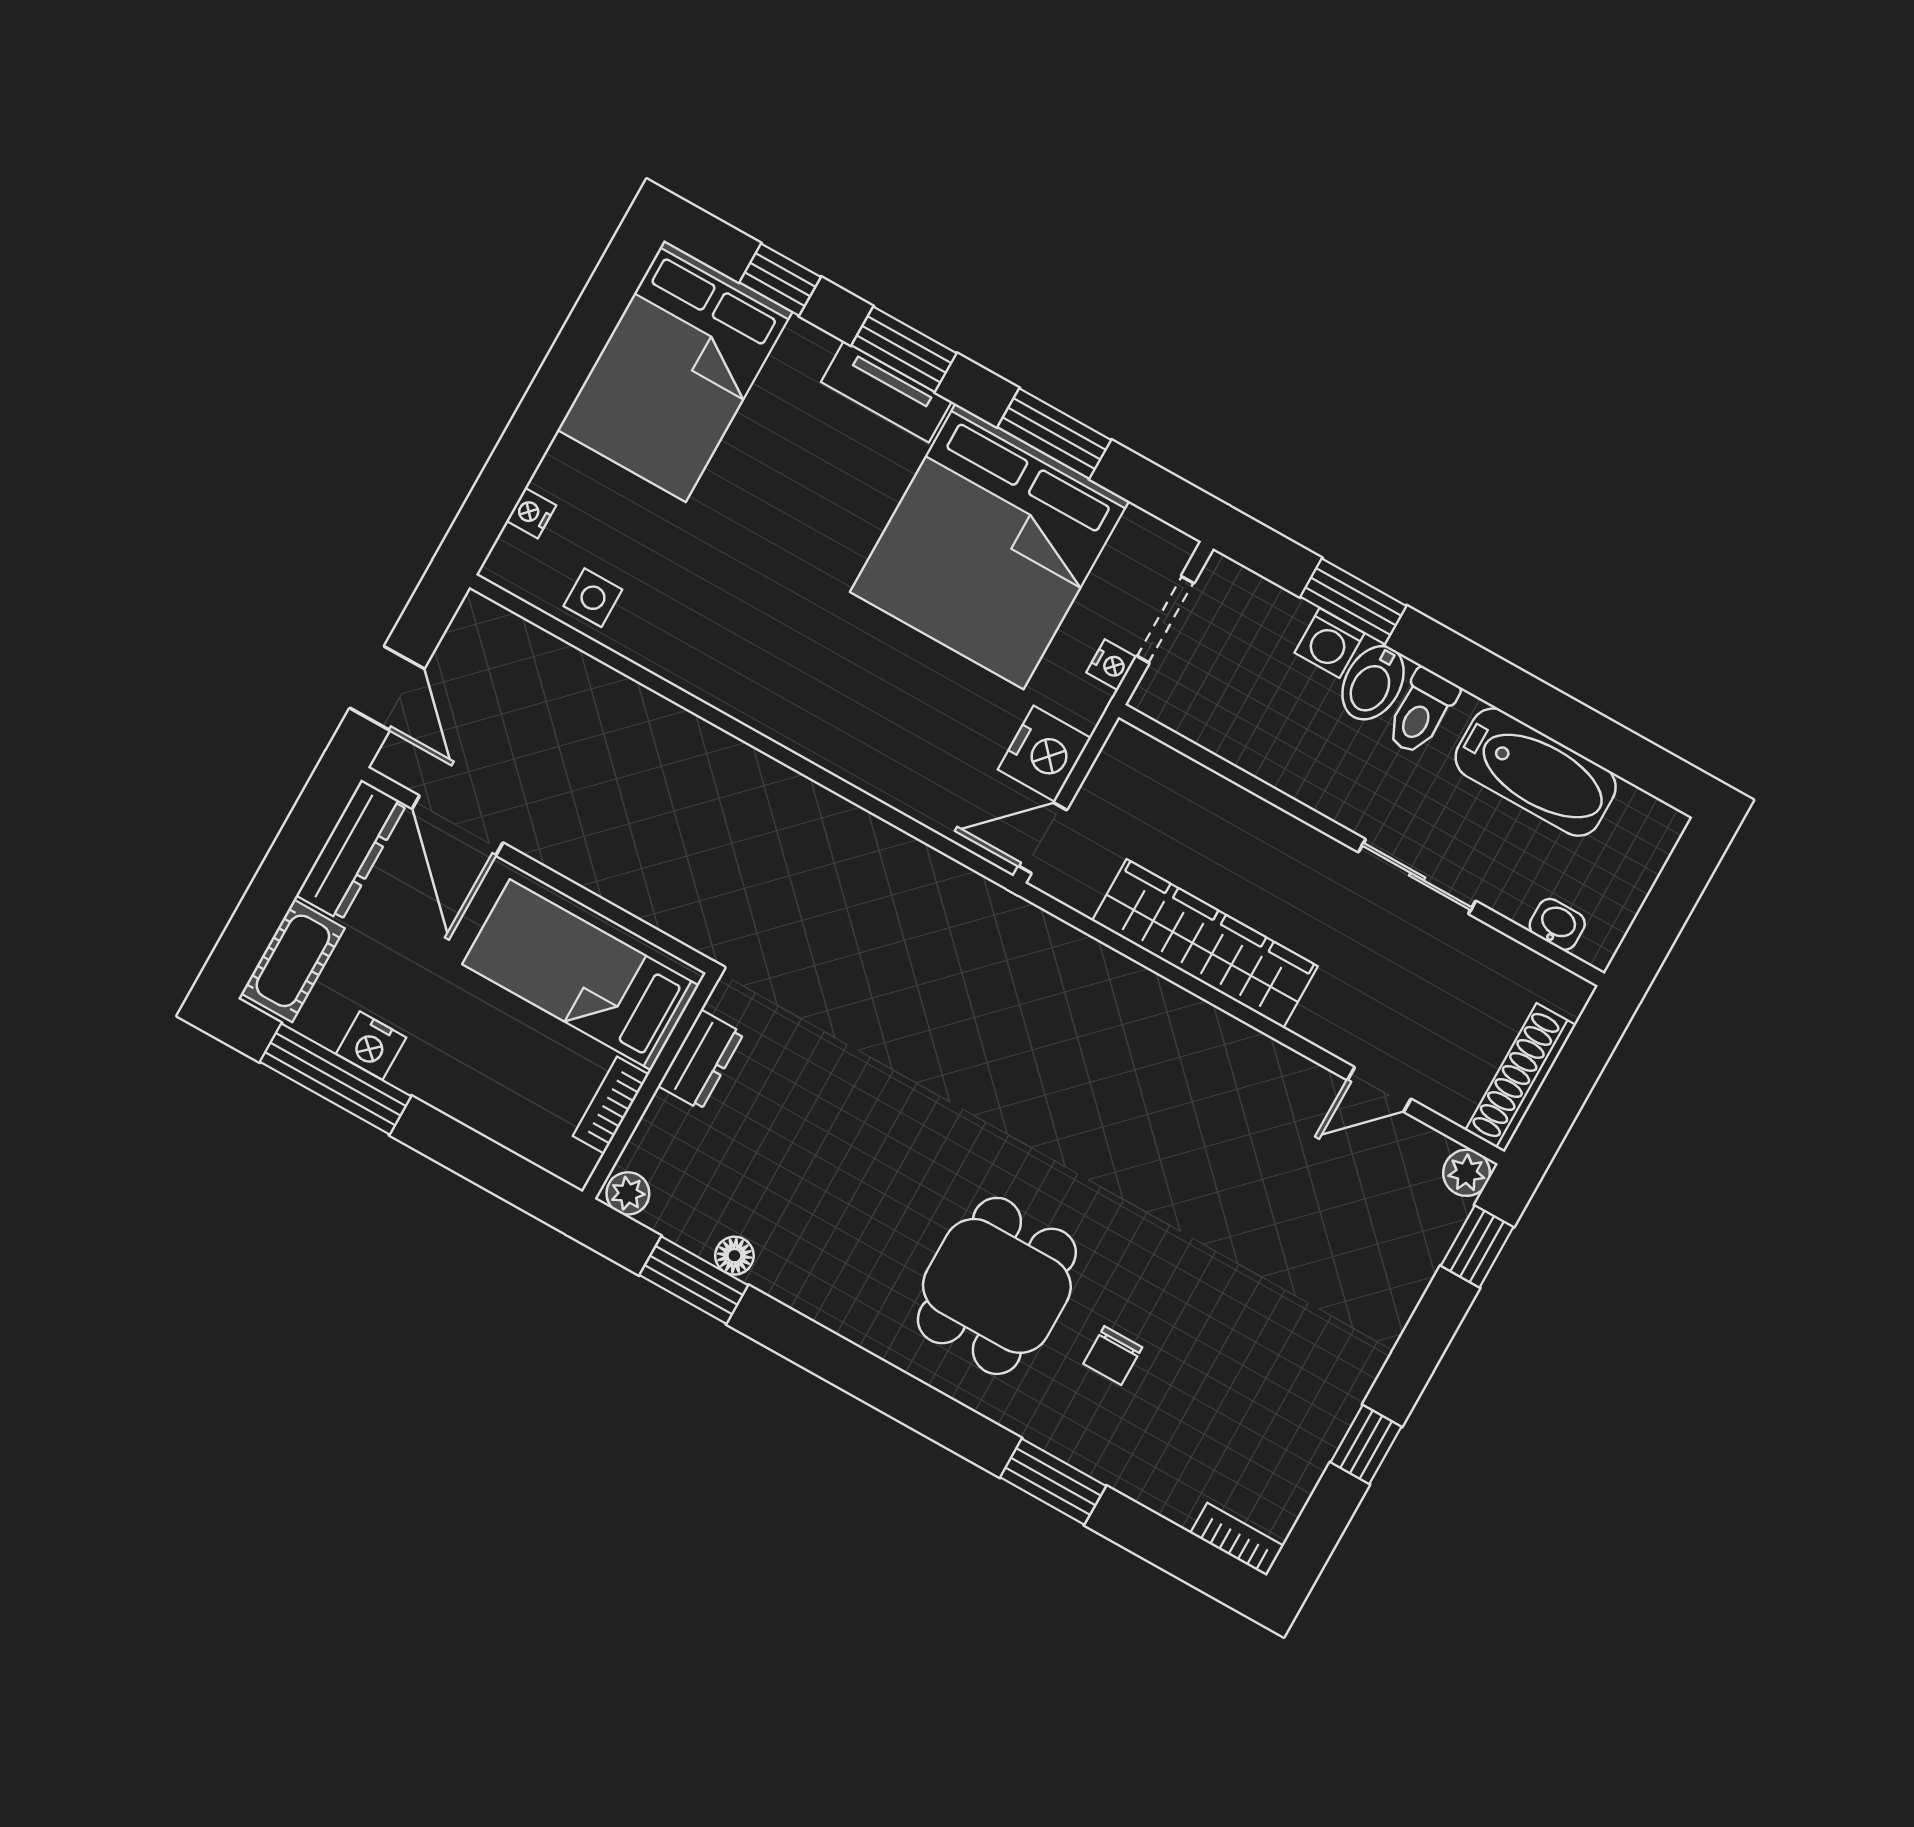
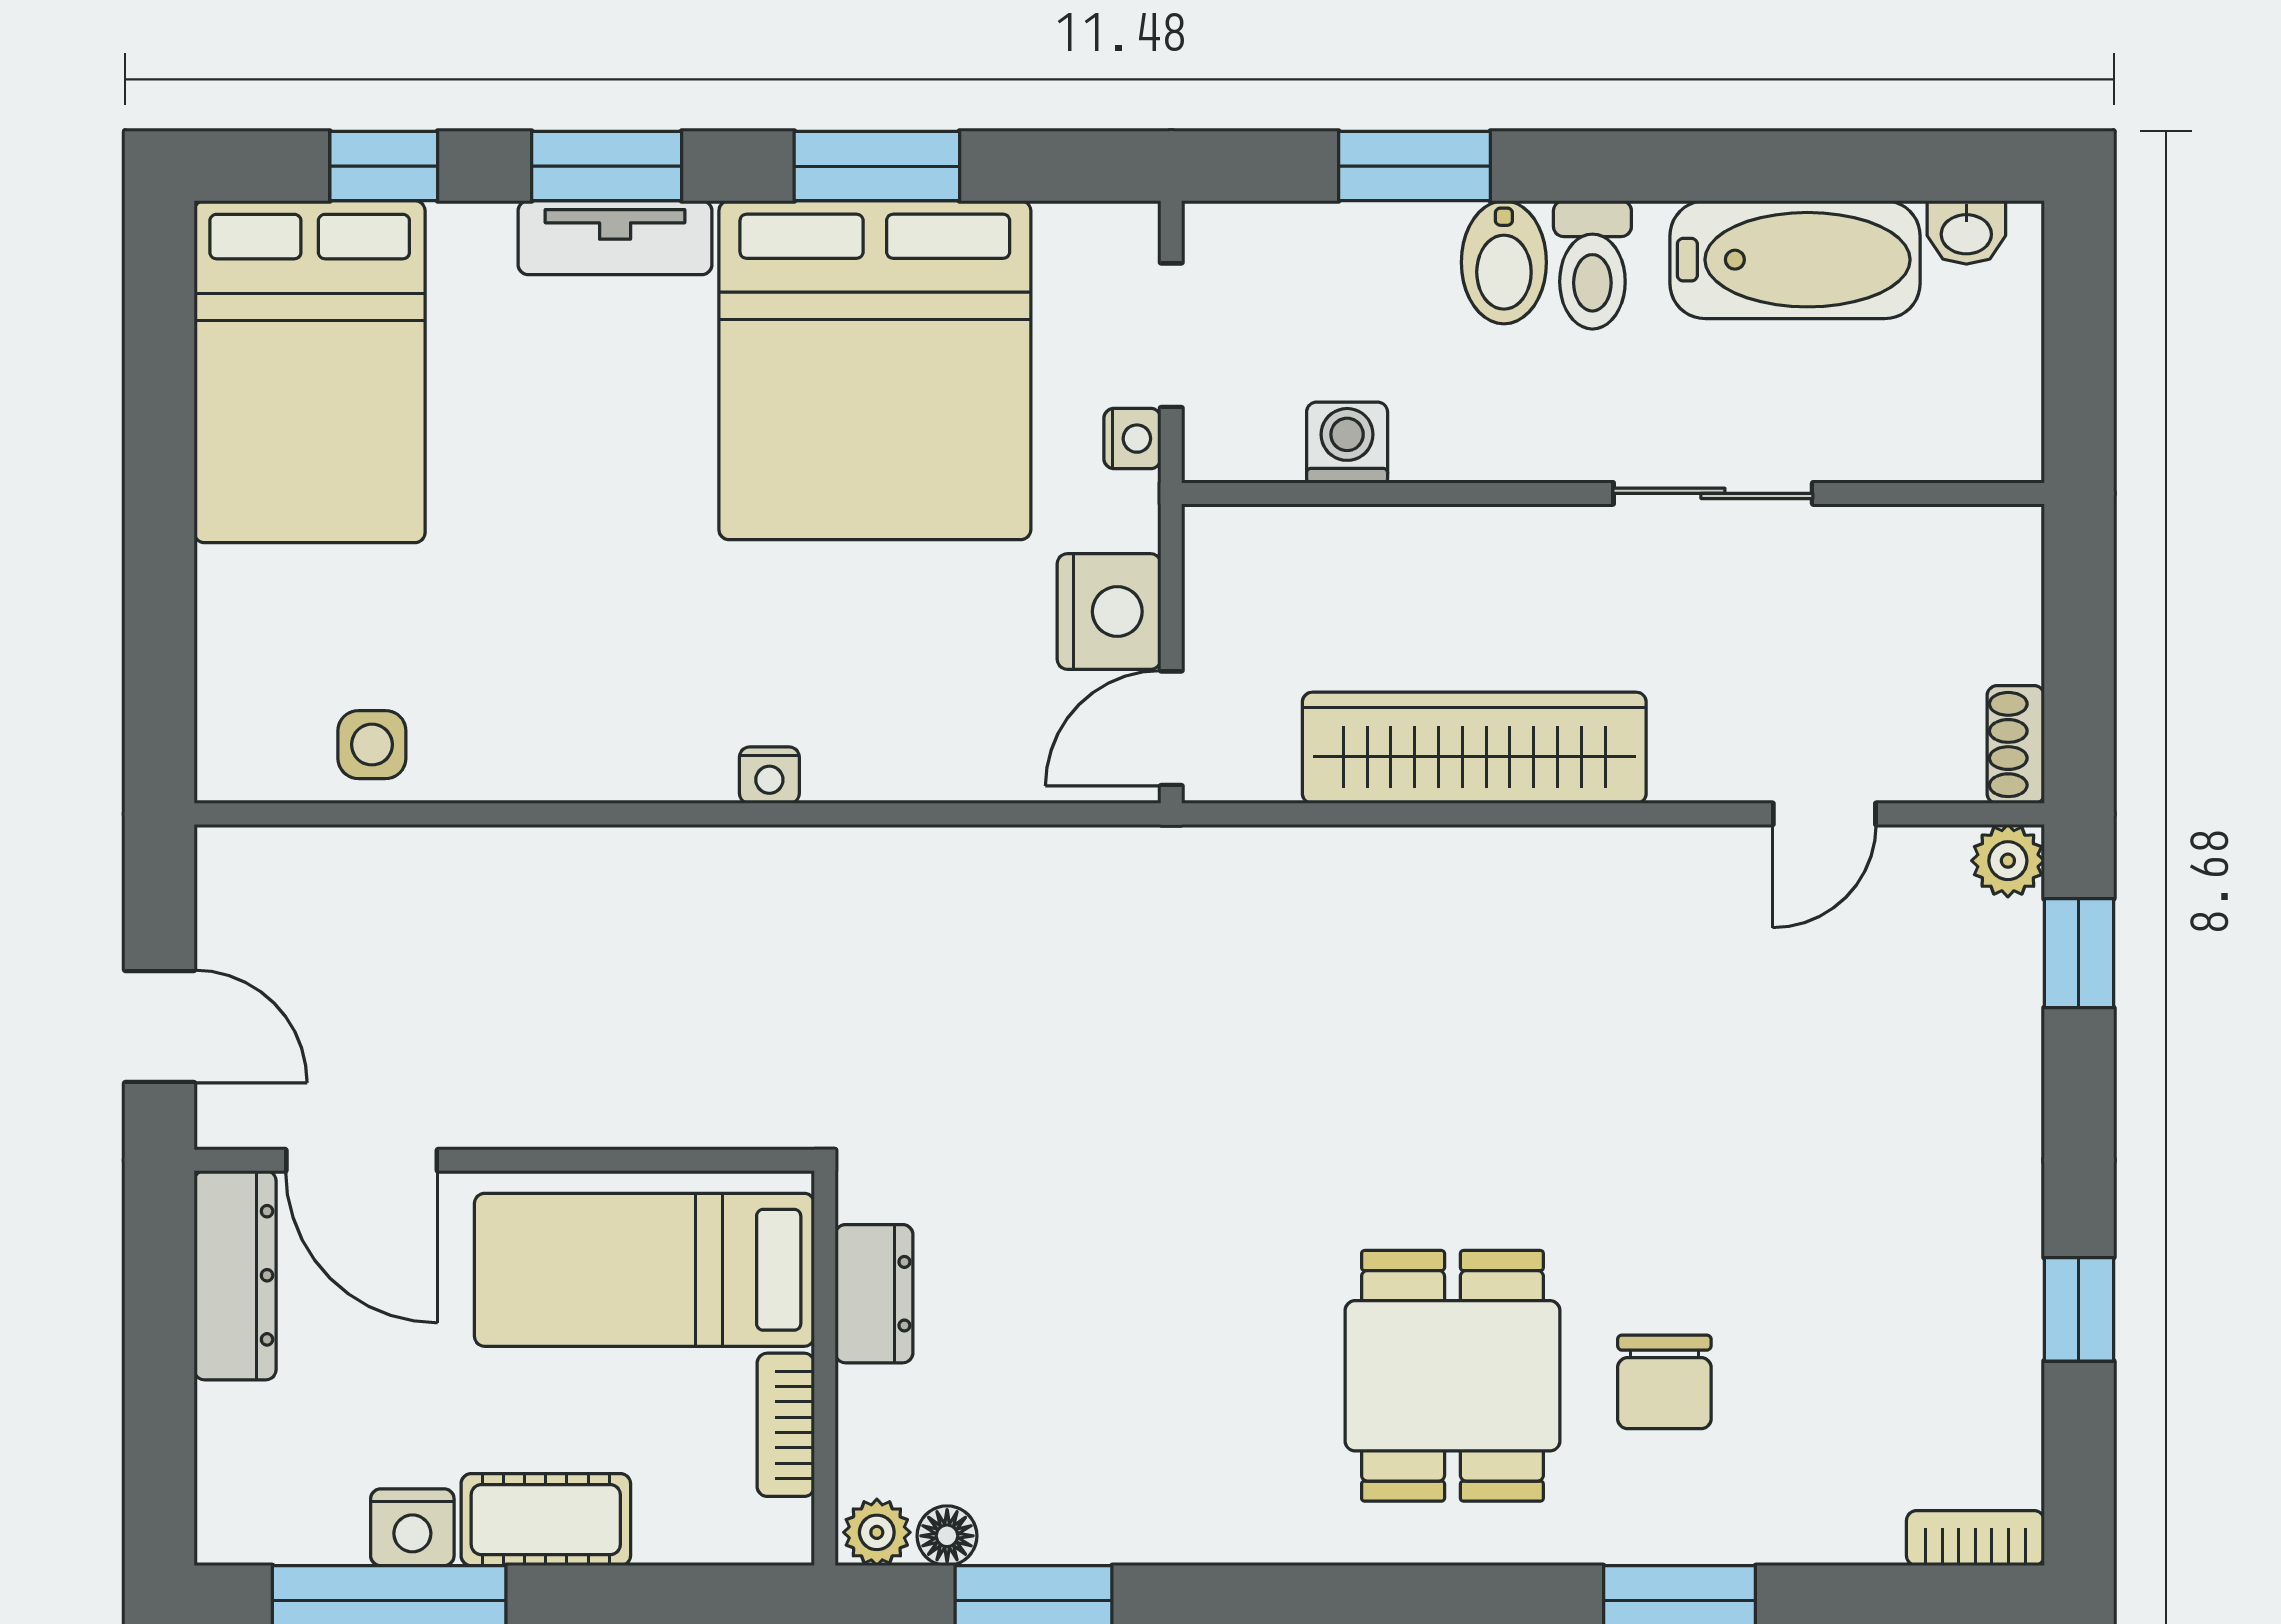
nightstand: (531, 513) -> (769, 775), moved, turned -90
washing machine: (1330, 643) -> (1347, 443), moved, turned 180
washbasin: (1557, 924) -> (1966, 232), moved, turned 180
cot: (293, 961) -> (546, 1520), moved, turned 90
shoe rack: (1521, 1078) -> (2016, 745), width x0.51, depth x0.81
floor lamp: (734, 1256) -> (947, 1536), moved
chair: (1113, 1355) -> (1664, 1382), width x1.37, depth x1.37

